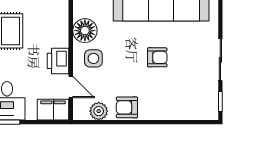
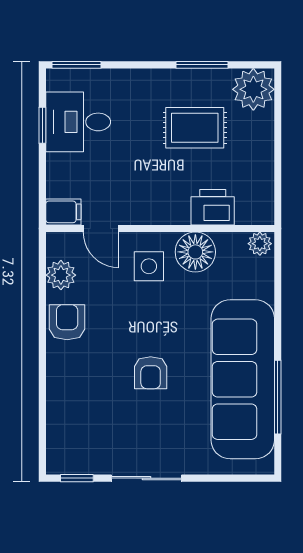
printer: (58, 61) -> (213, 207), moved
door: (71, 87) -> (101, 228), hinge flipped
filing cabinet: (53, 110) -> (63, 212), width x0.50

